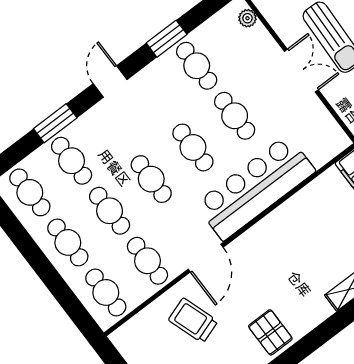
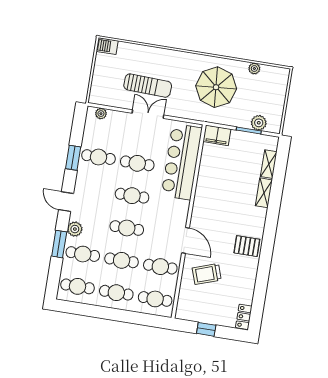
plant: (90, 123) -> (75, 229), added
bar counter: (255, 188) -> (182, 162), moved

